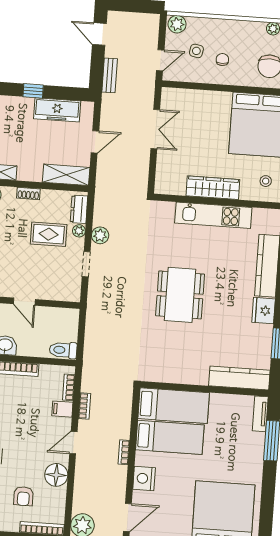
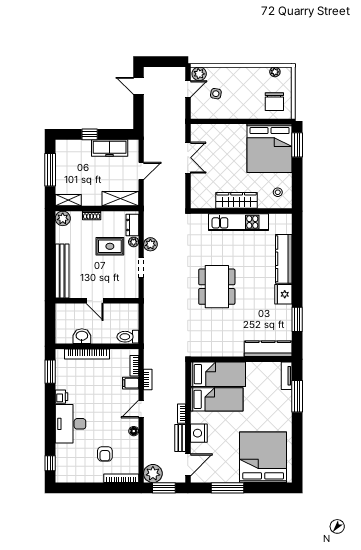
door: (160, 60) -> (188, 89), moved
chair: (222, 60) -> (237, 99), removed
bench: (110, 75) -> (180, 438), moved
floor lamp: (56, 475) -> (134, 431), width x0.53, depth x0.53

